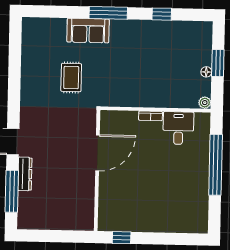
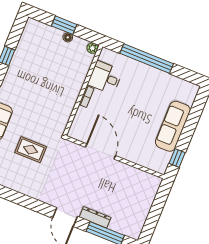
sofa: (154, 220) -> (173, 126), added

